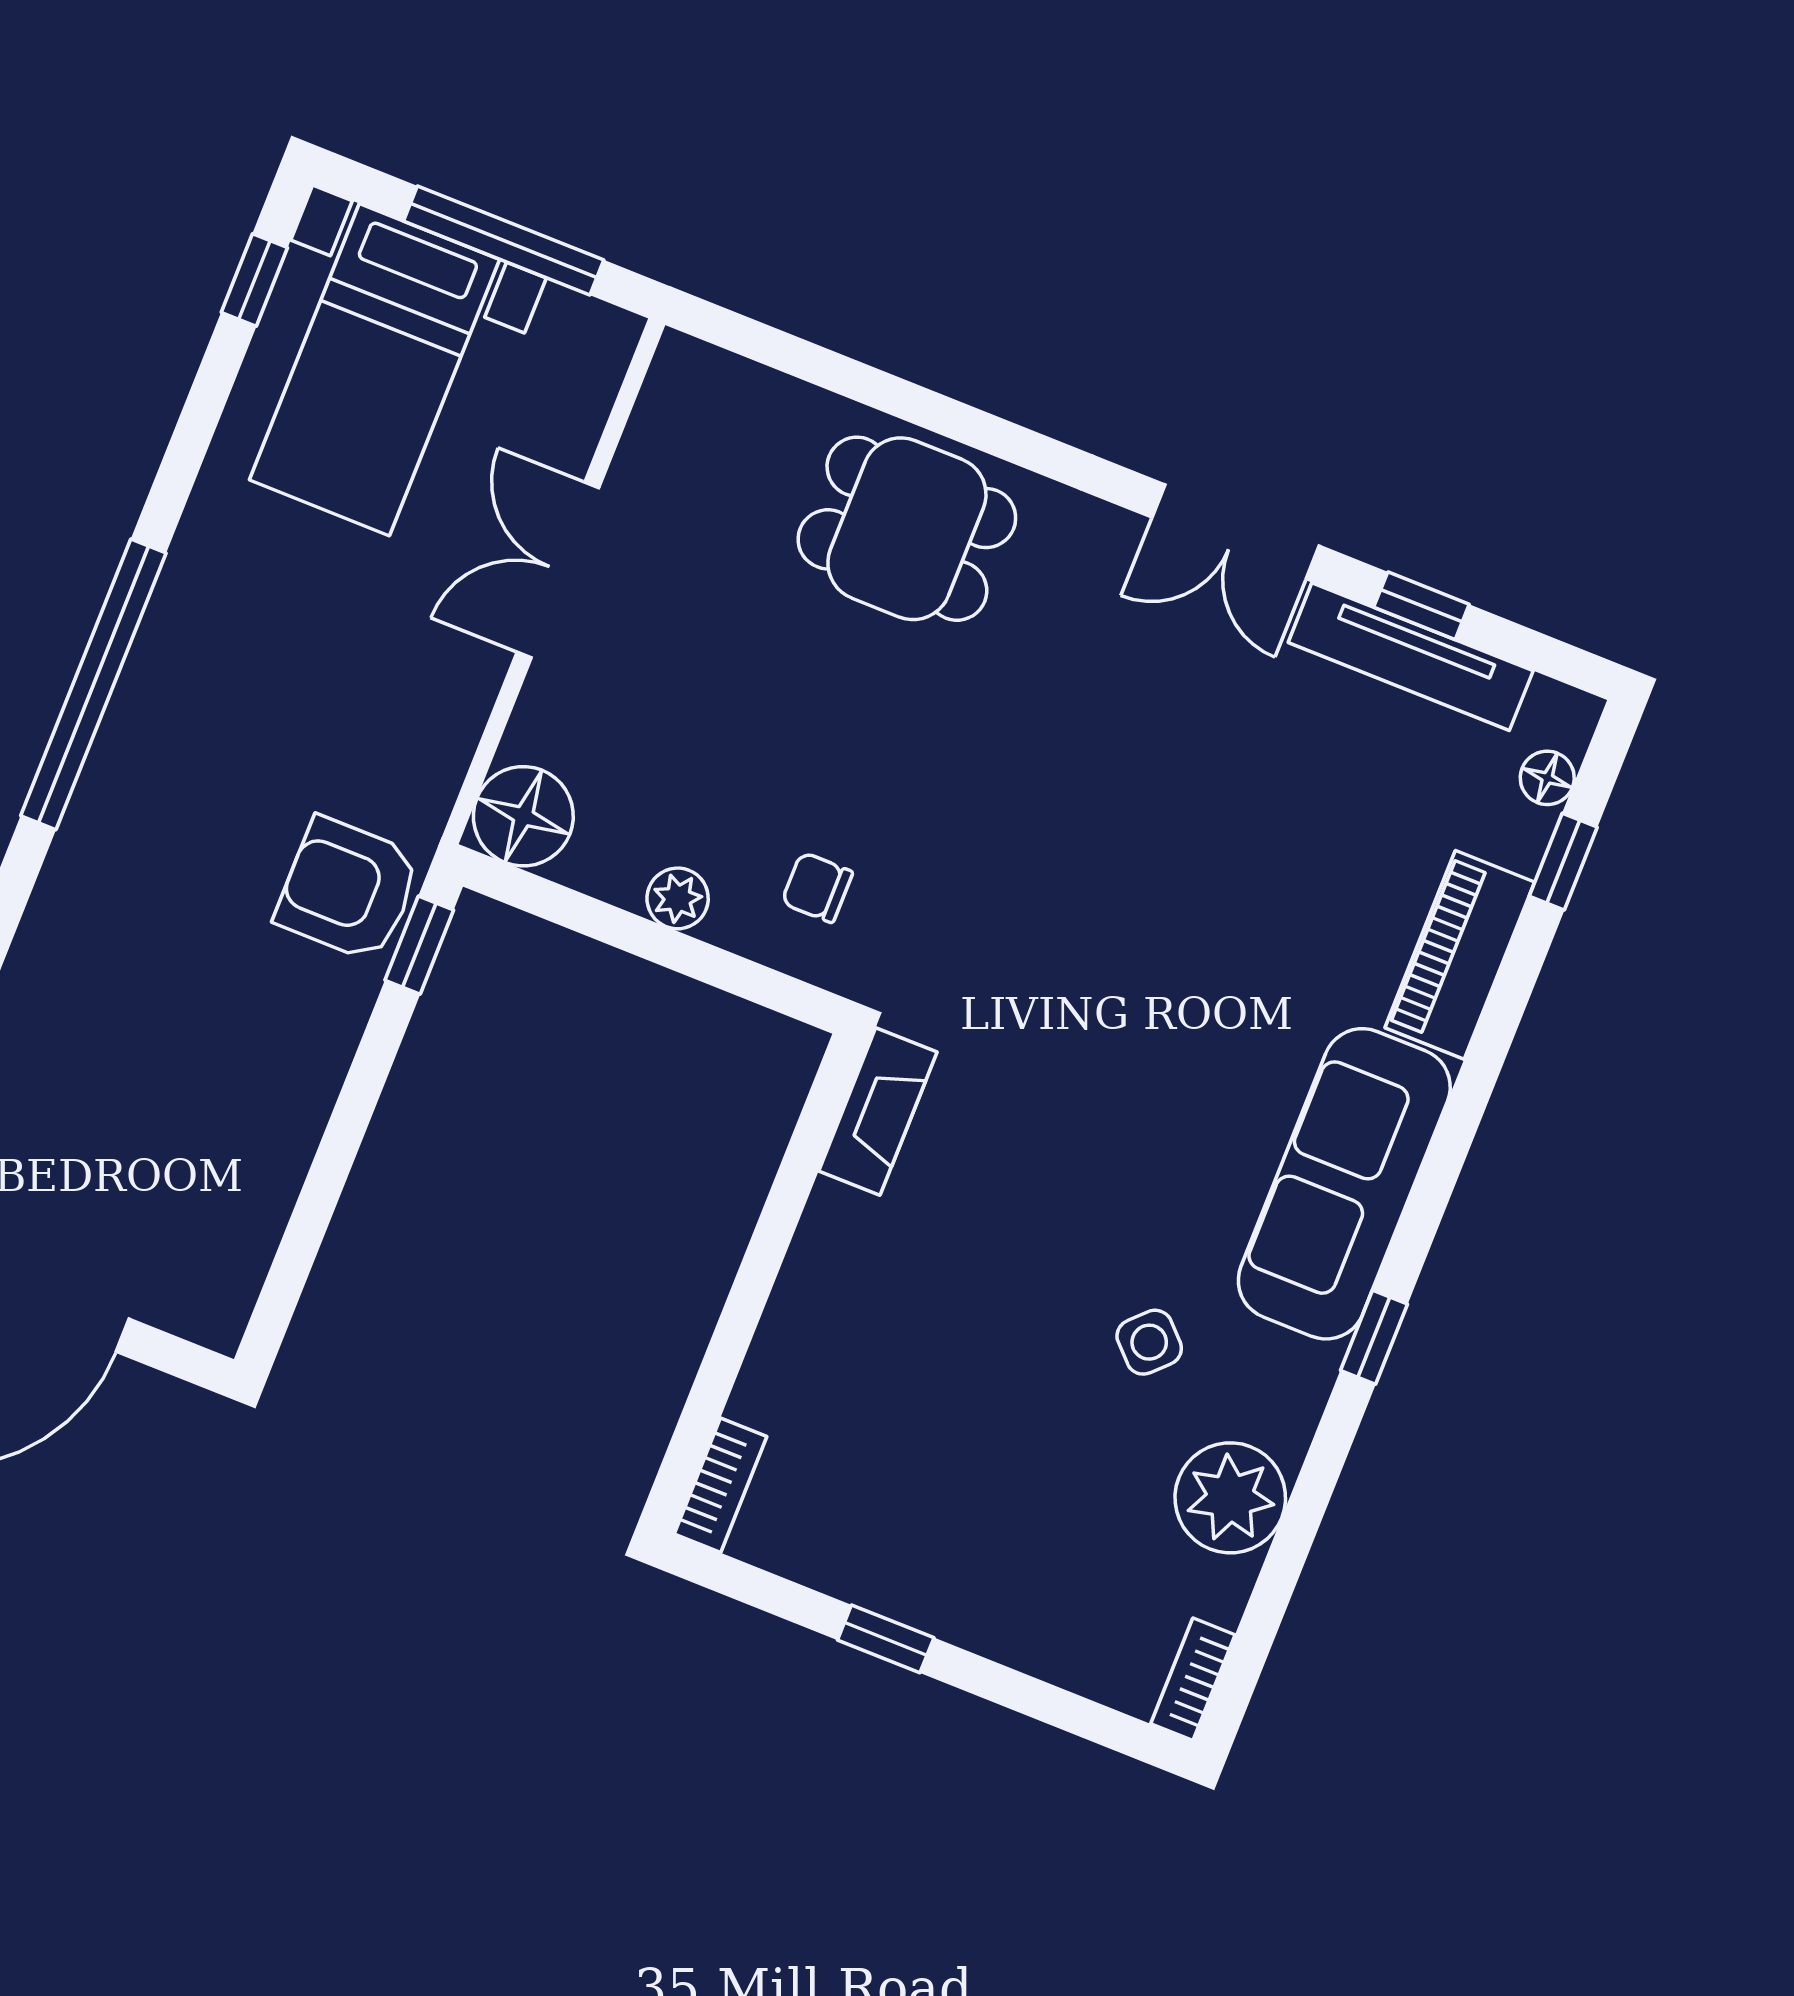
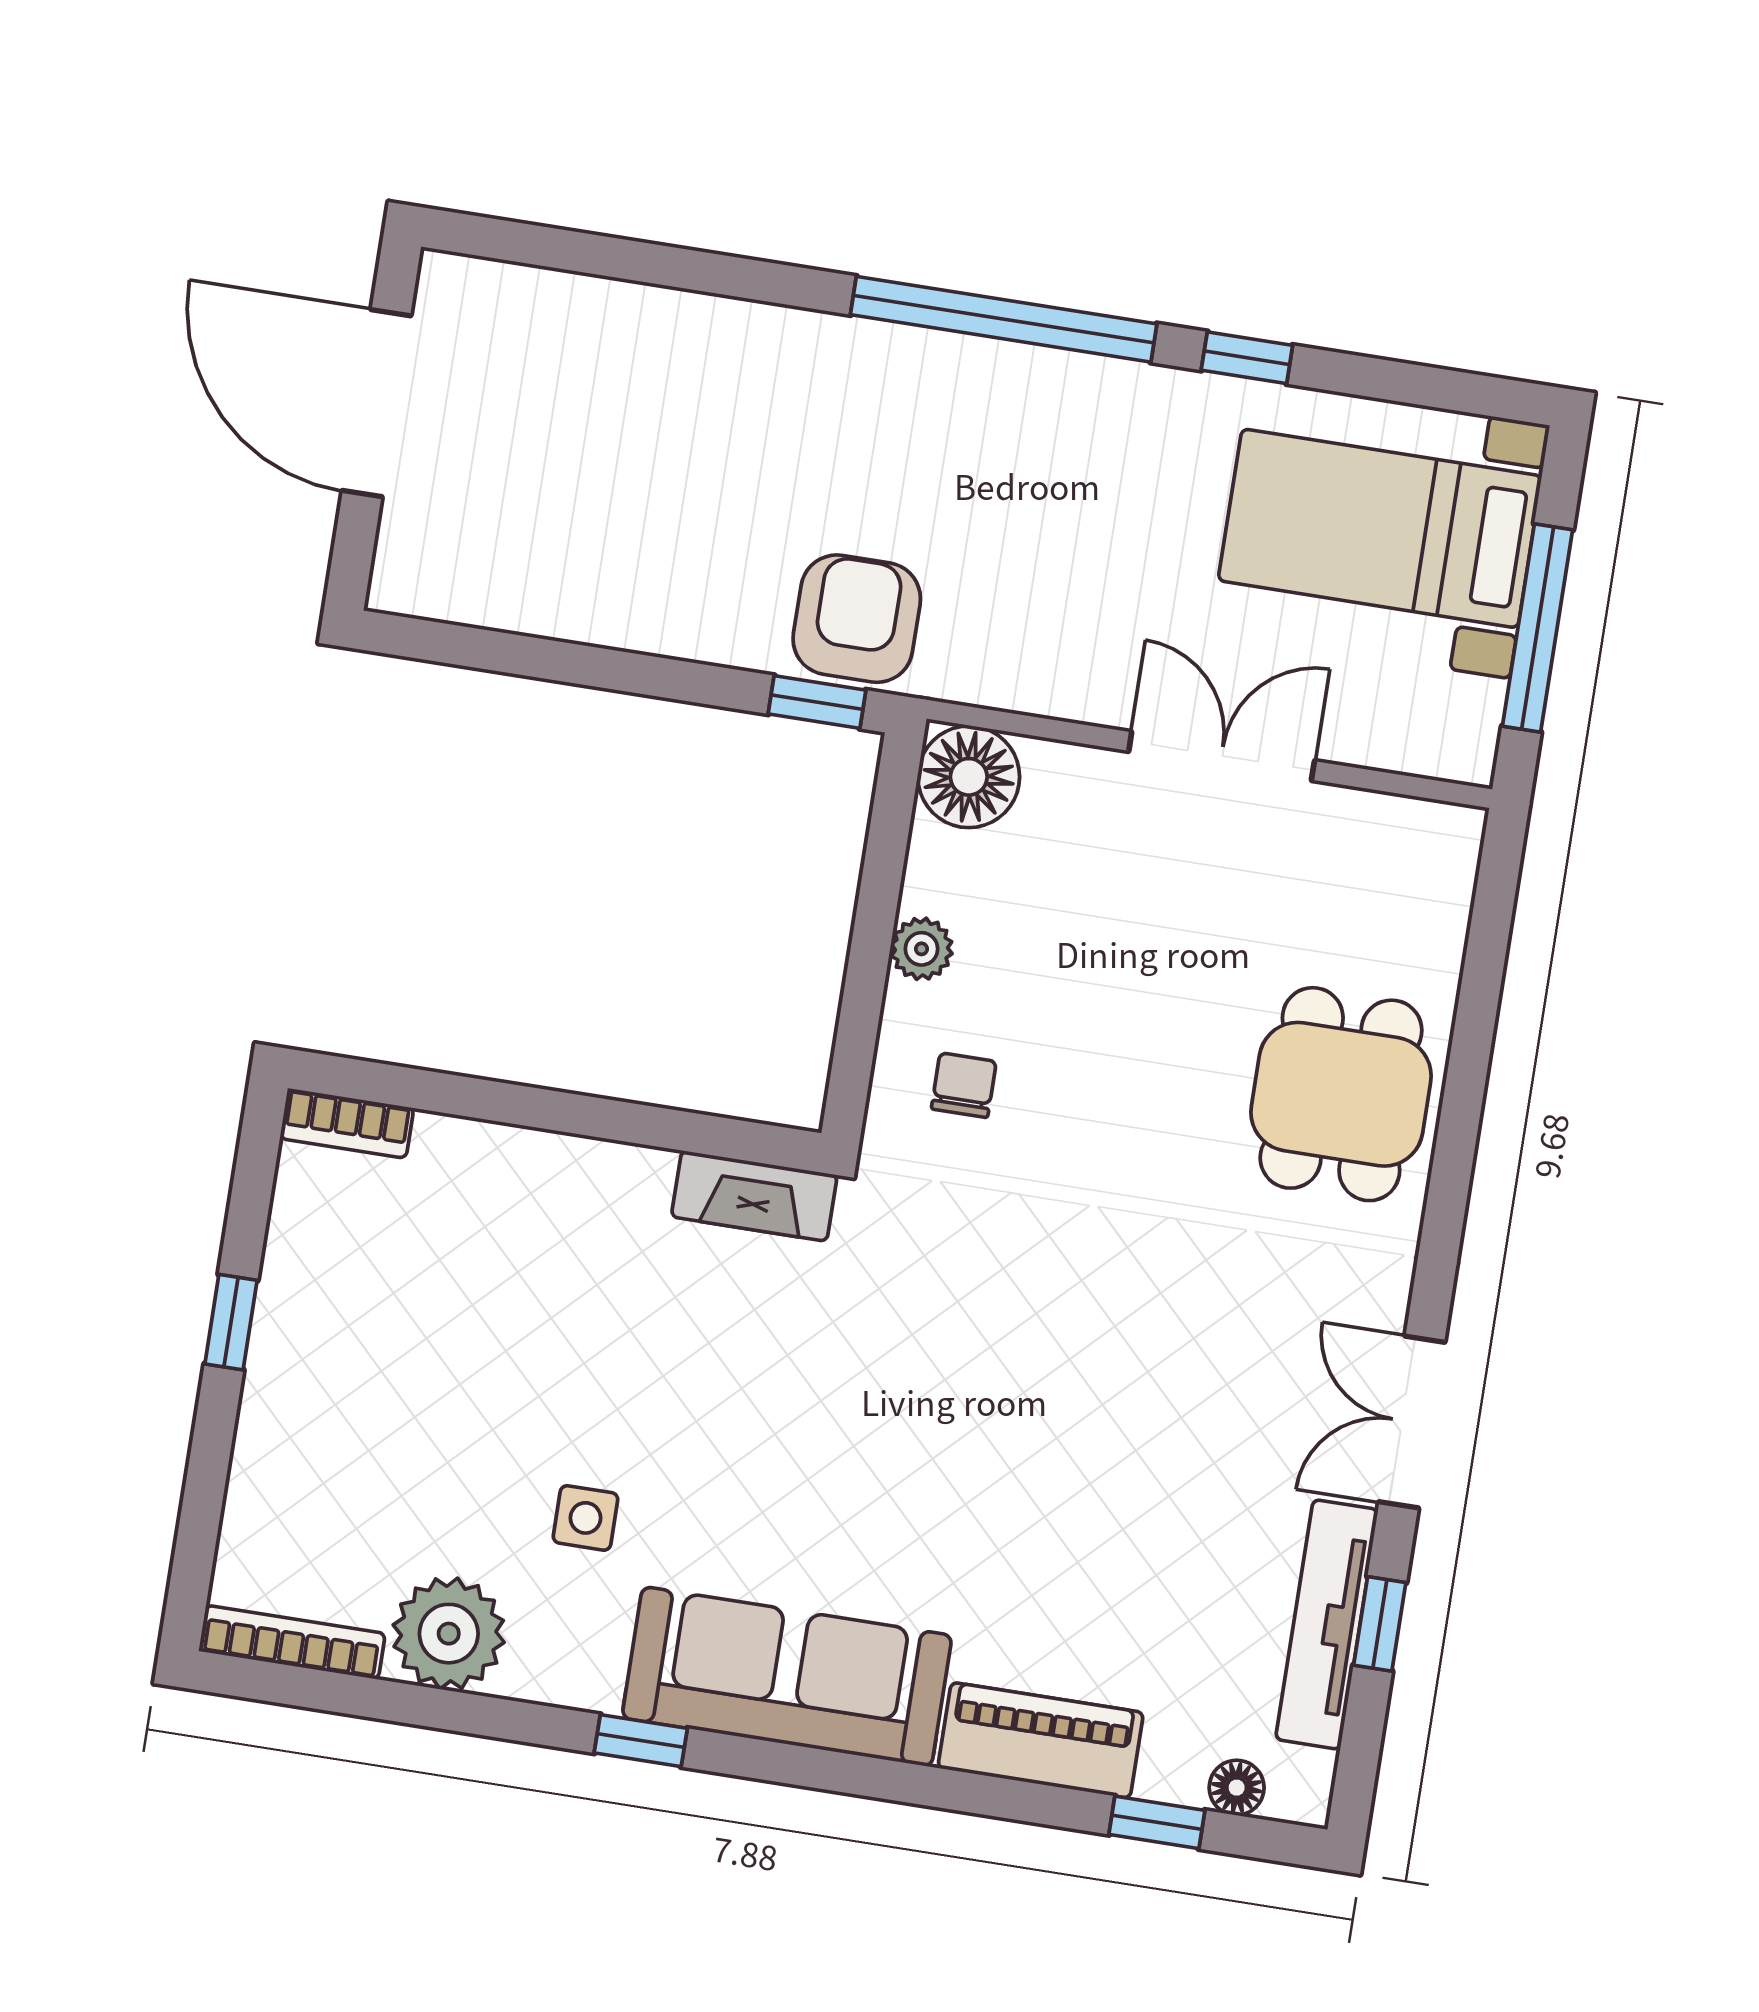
window: (254, 280) -> (1247, 358), moved
side table: (1149, 1342) -> (586, 1518), turned 45
bookcase: (1193, 1679) -> (292, 1642), width x1.56

